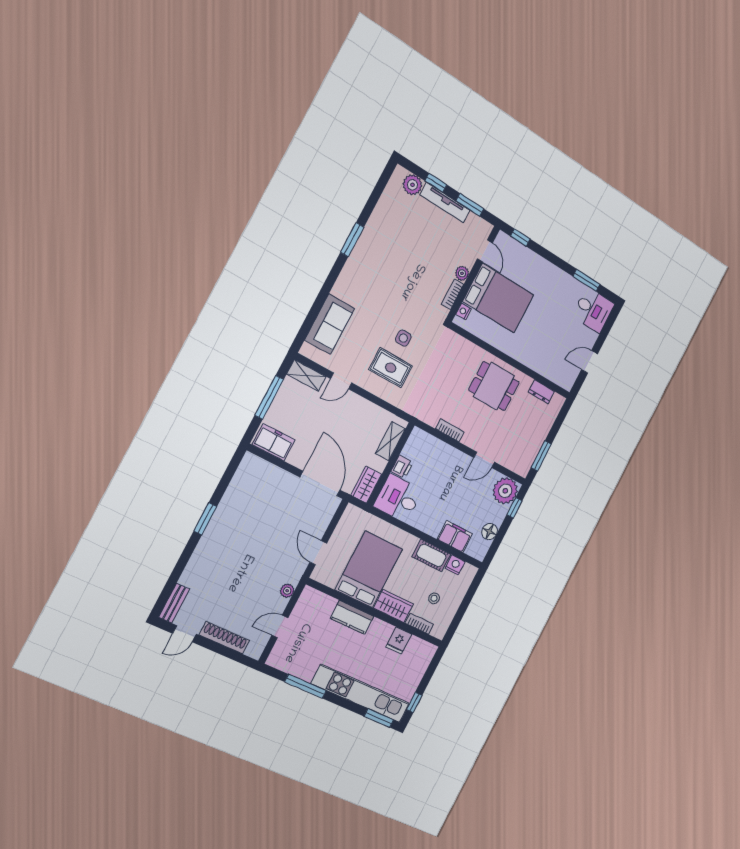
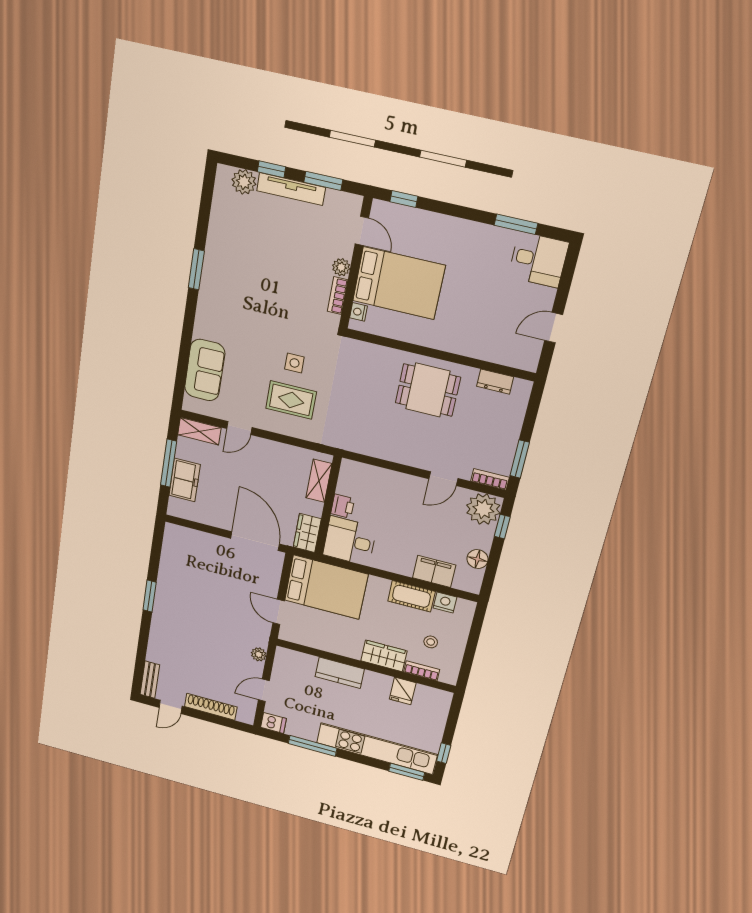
bookcase: (450, 430) -> (490, 479), moved
freezer: (274, 442) -> (185, 480), moved, turned 90
bed: (369, 569) -> (326, 587), moved, turned 90
dishwasher: (278, 660) -> (273, 723), added

